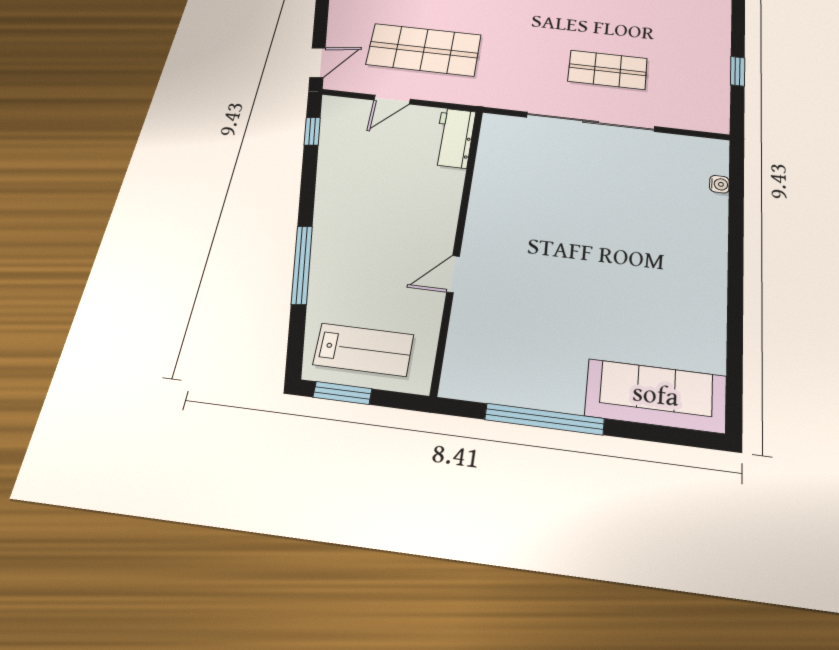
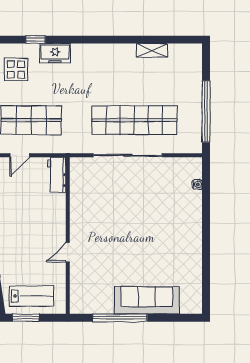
shop shelf: (608, 70) -> (134, 120), width x2.00, depth x1.36
window: (738, 71) -> (206, 112), width x3.17
sofa: (656, 396) -> (147, 300), moved

